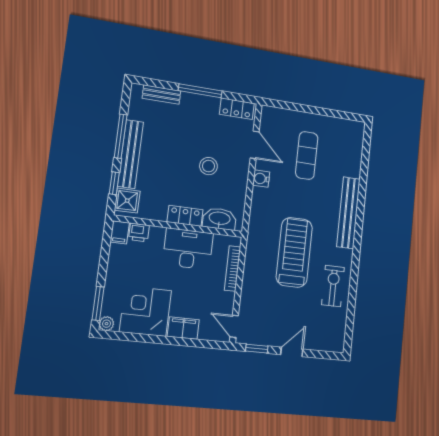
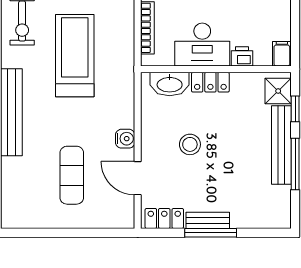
bench: (162, 95) -> (208, 220), moved
printer: (139, 232) -> (242, 56), moved
treadmill: (294, 252) -> (75, 56), turned 180

